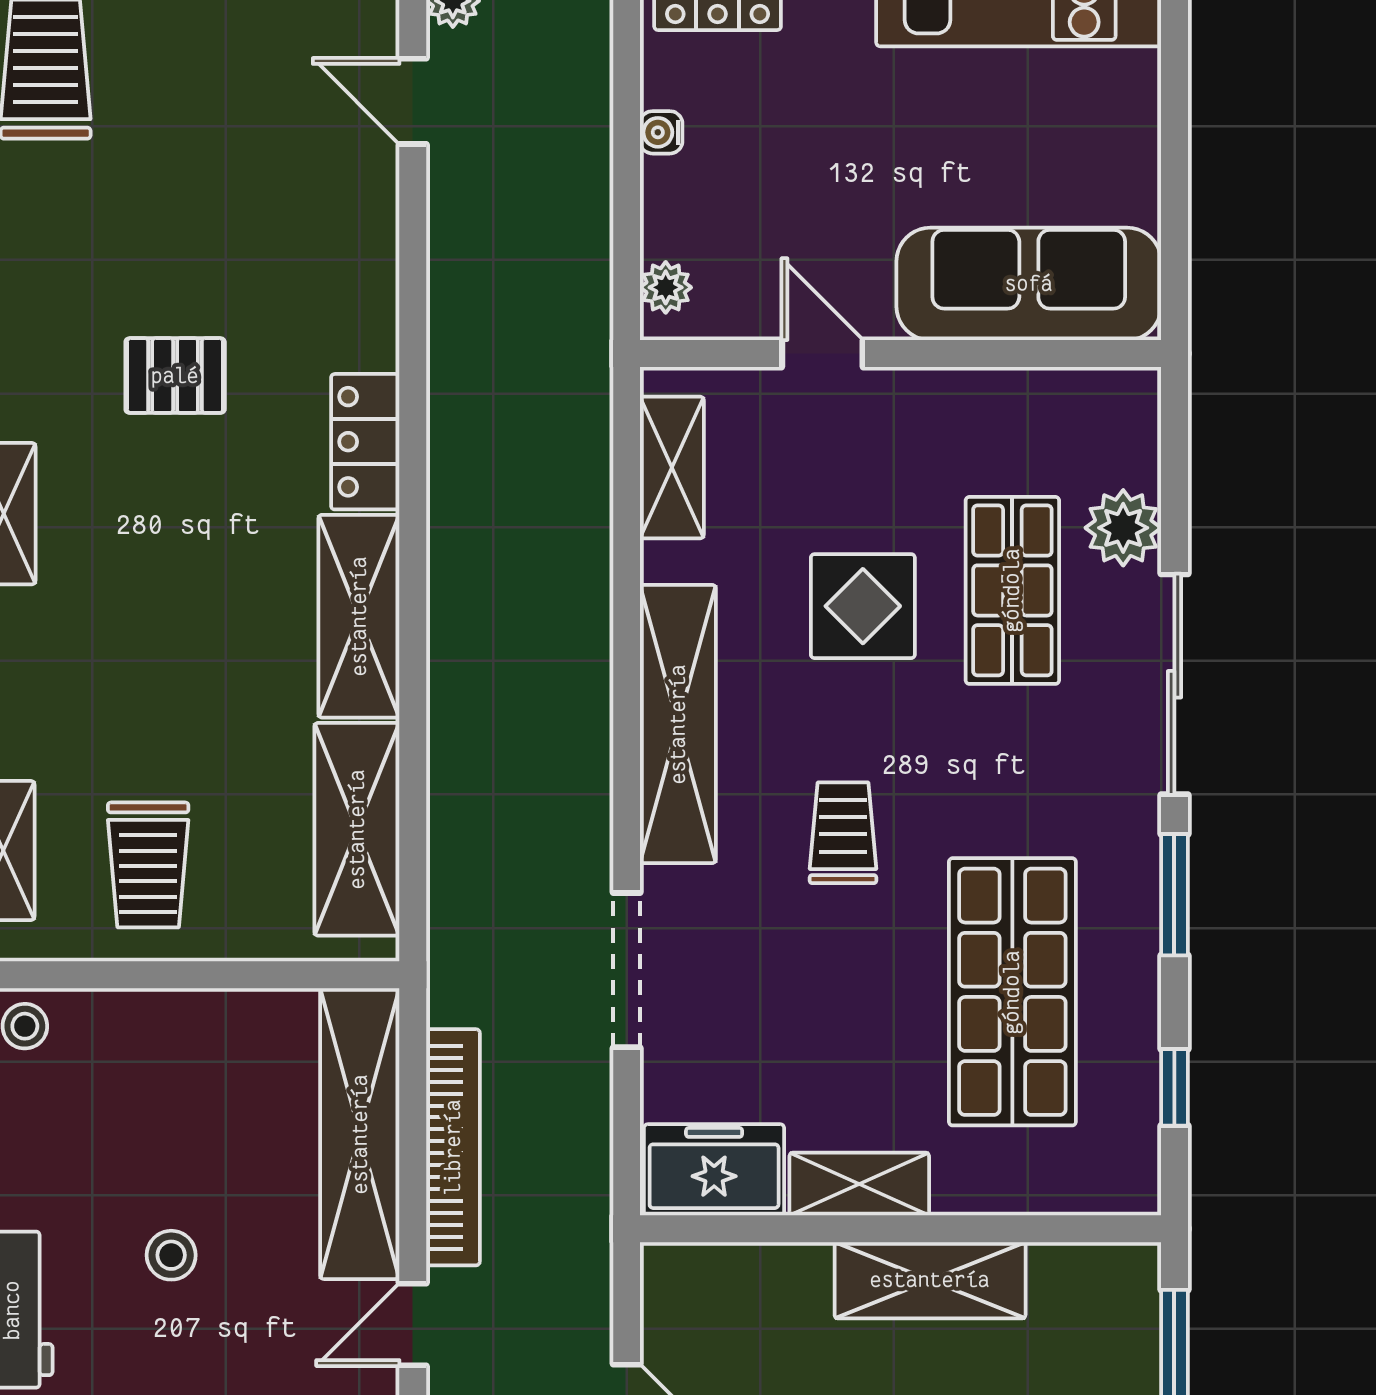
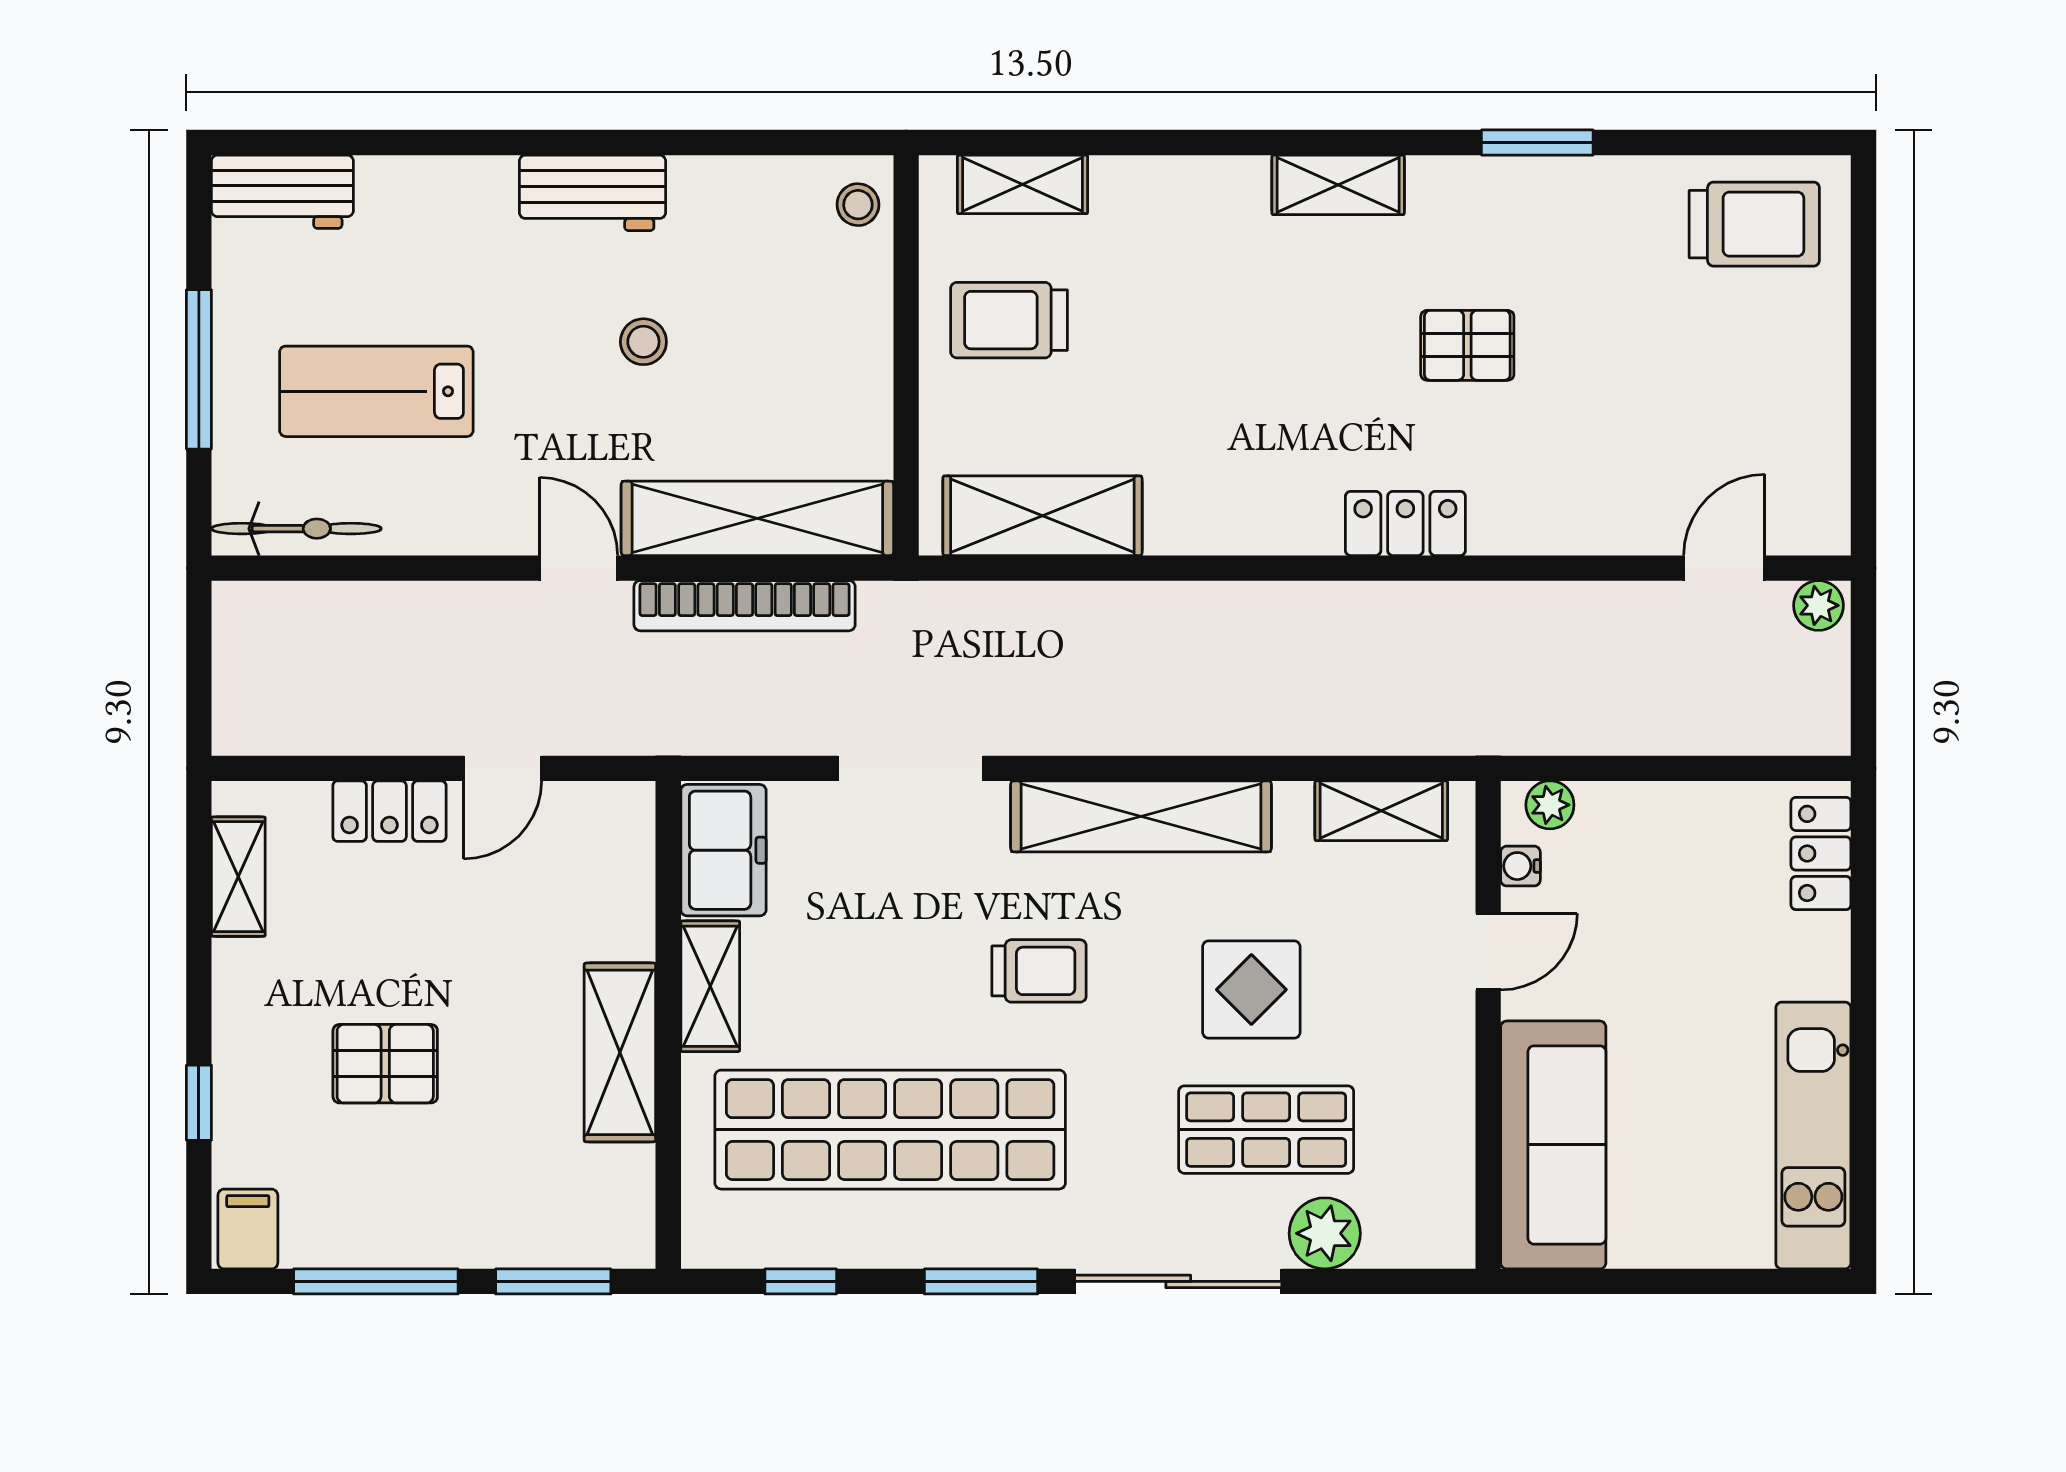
water cooler: (661, 132) -> (1520, 866), moved, turned -90
pallet: (175, 376) -> (1467, 345), turned 90
shelving: (359, 616) -> (1242, 518), removed
shop shelf: (1012, 992) -> (890, 1130), width x1.40

